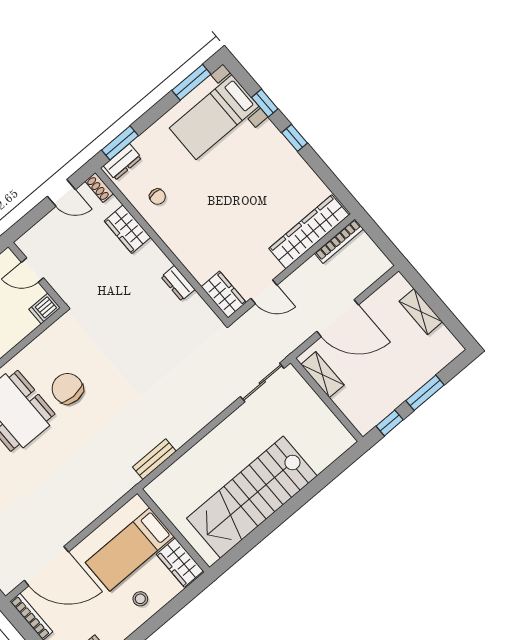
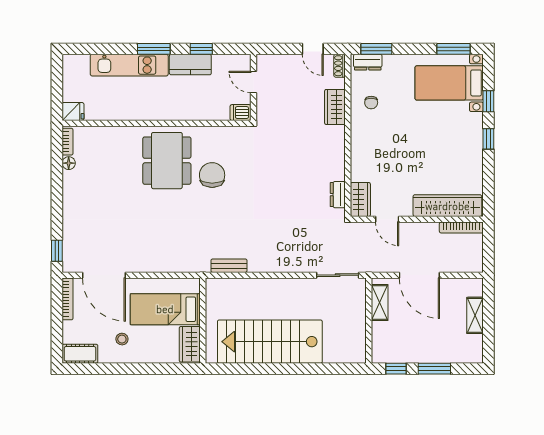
dresser: (178, 283) -> (338, 195), moved
stool: (140, 599) -> (122, 339), moved

